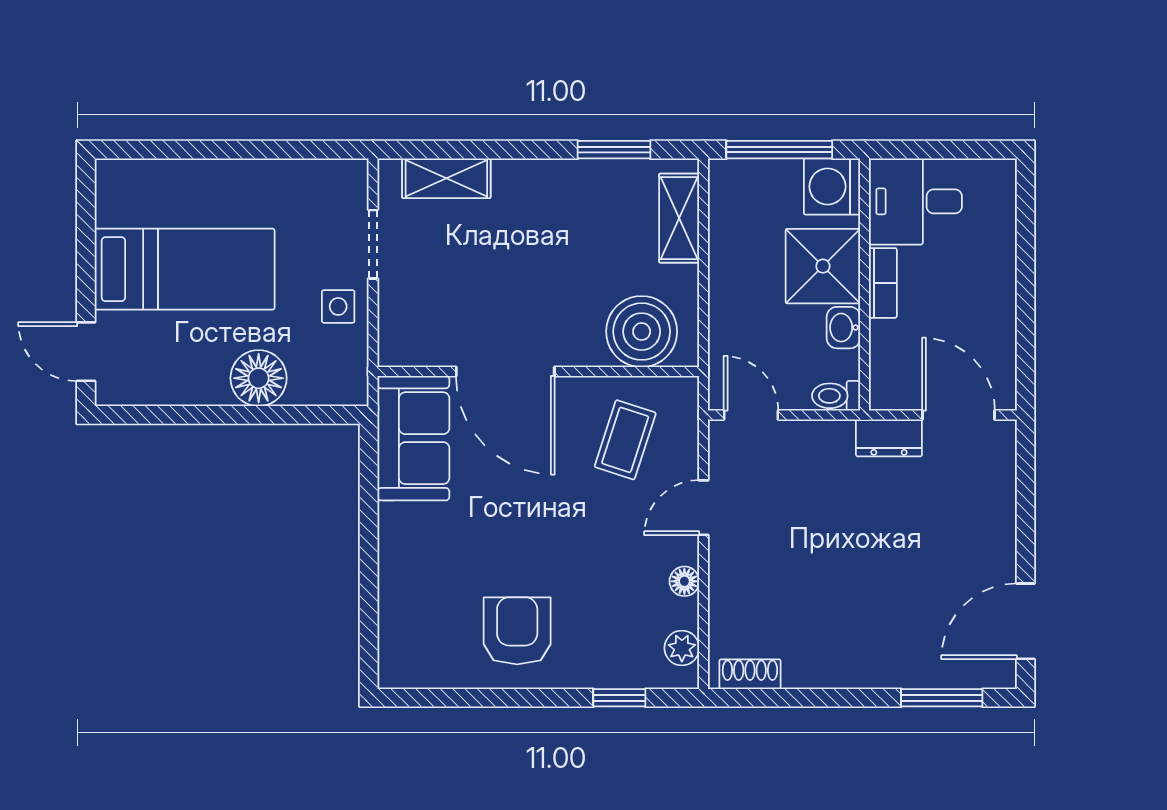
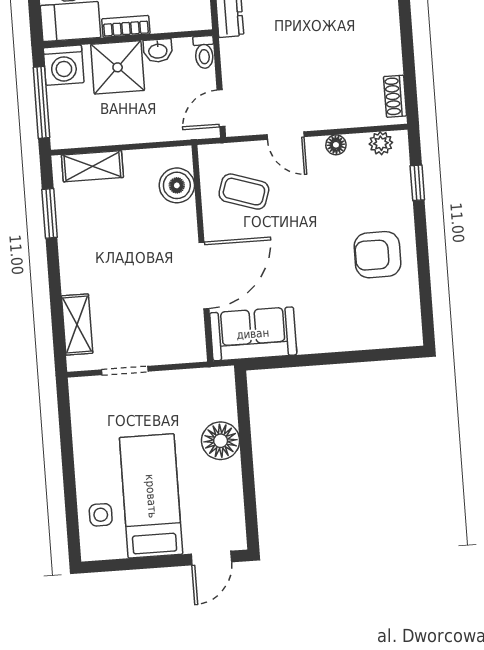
side table: (338, 306) -> (101, 515), moved
boiler: (642, 332) -> (177, 185), width x0.73, depth x0.73

